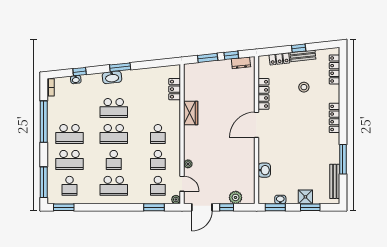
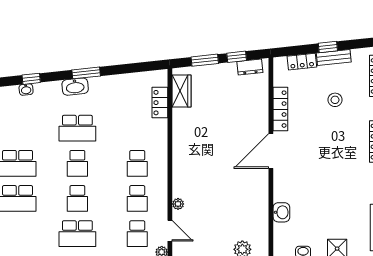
wardrobe: (191, 113) -> (182, 91), moved
school desk: (114, 134) -> (77, 163), width x0.54
school desk: (70, 186) -> (18, 234), removed

